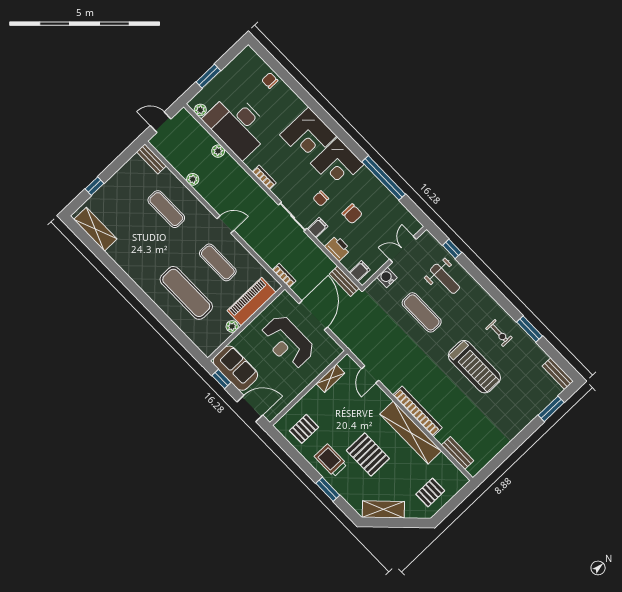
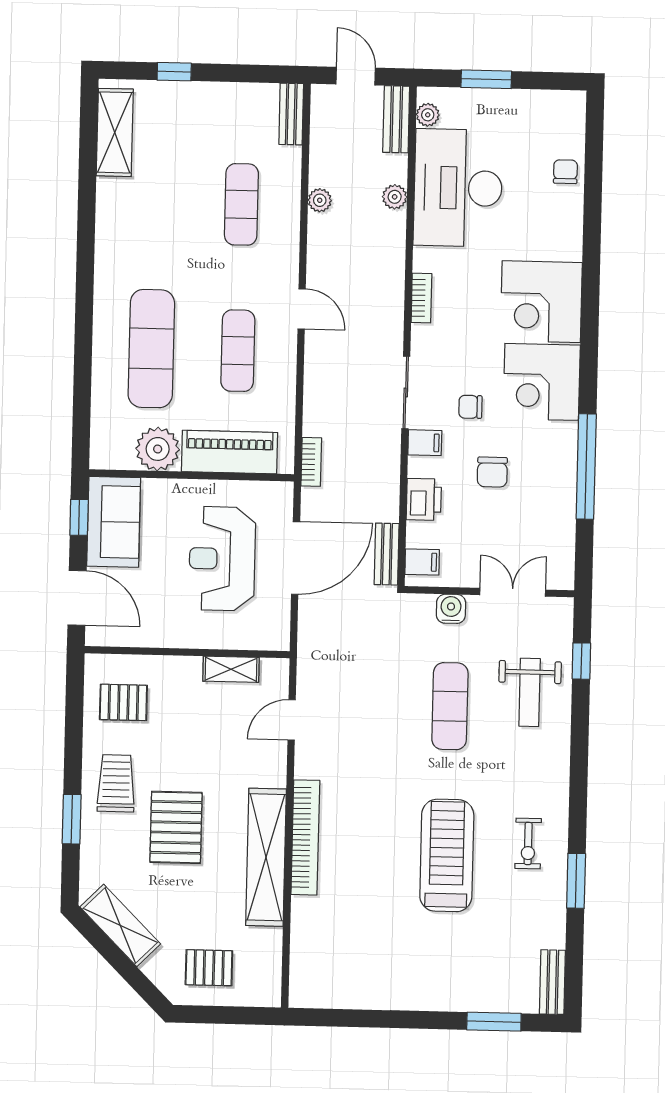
plant: (232, 326) -> (158, 449), width x1.88, depth x1.88
treadmill: (474, 367) -> (447, 855), turned 180
bench: (457, 453) -> (396, 119), moved

